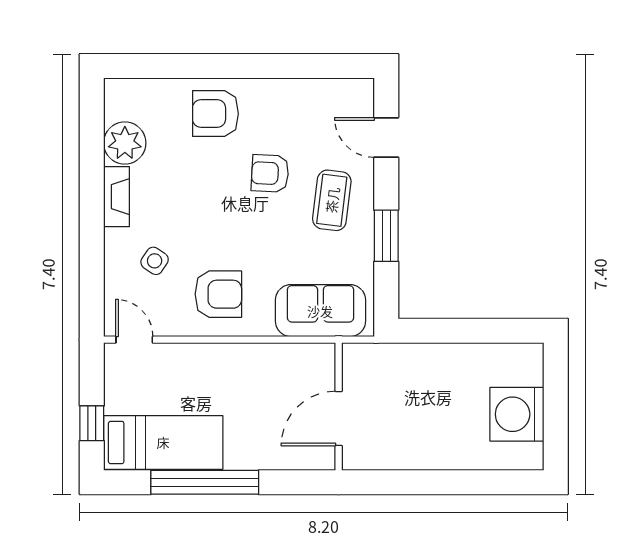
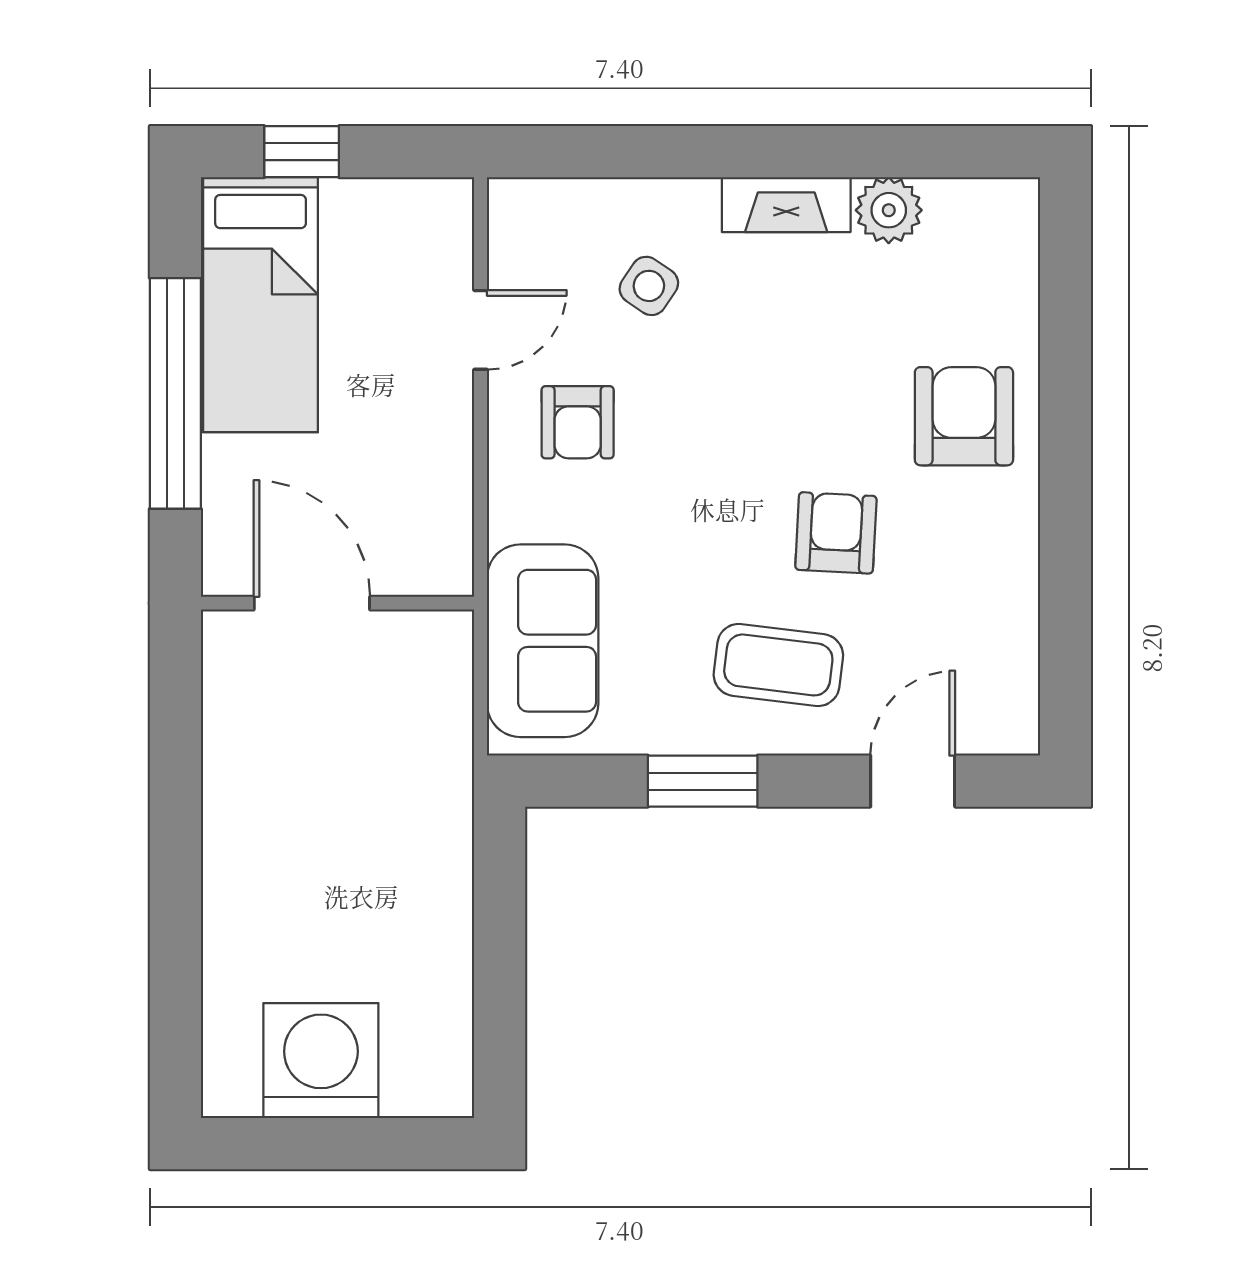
plant: (125, 143) -> (889, 210), width x0.73, depth x0.73
armchair: (218, 294) -> (578, 422), width x0.72, depth x0.72
door: (134, 340) -> (481, 330), moved
wall: (339, 406) -> (337, 603), moved
door: (339, 418) -> (312, 603), moved

